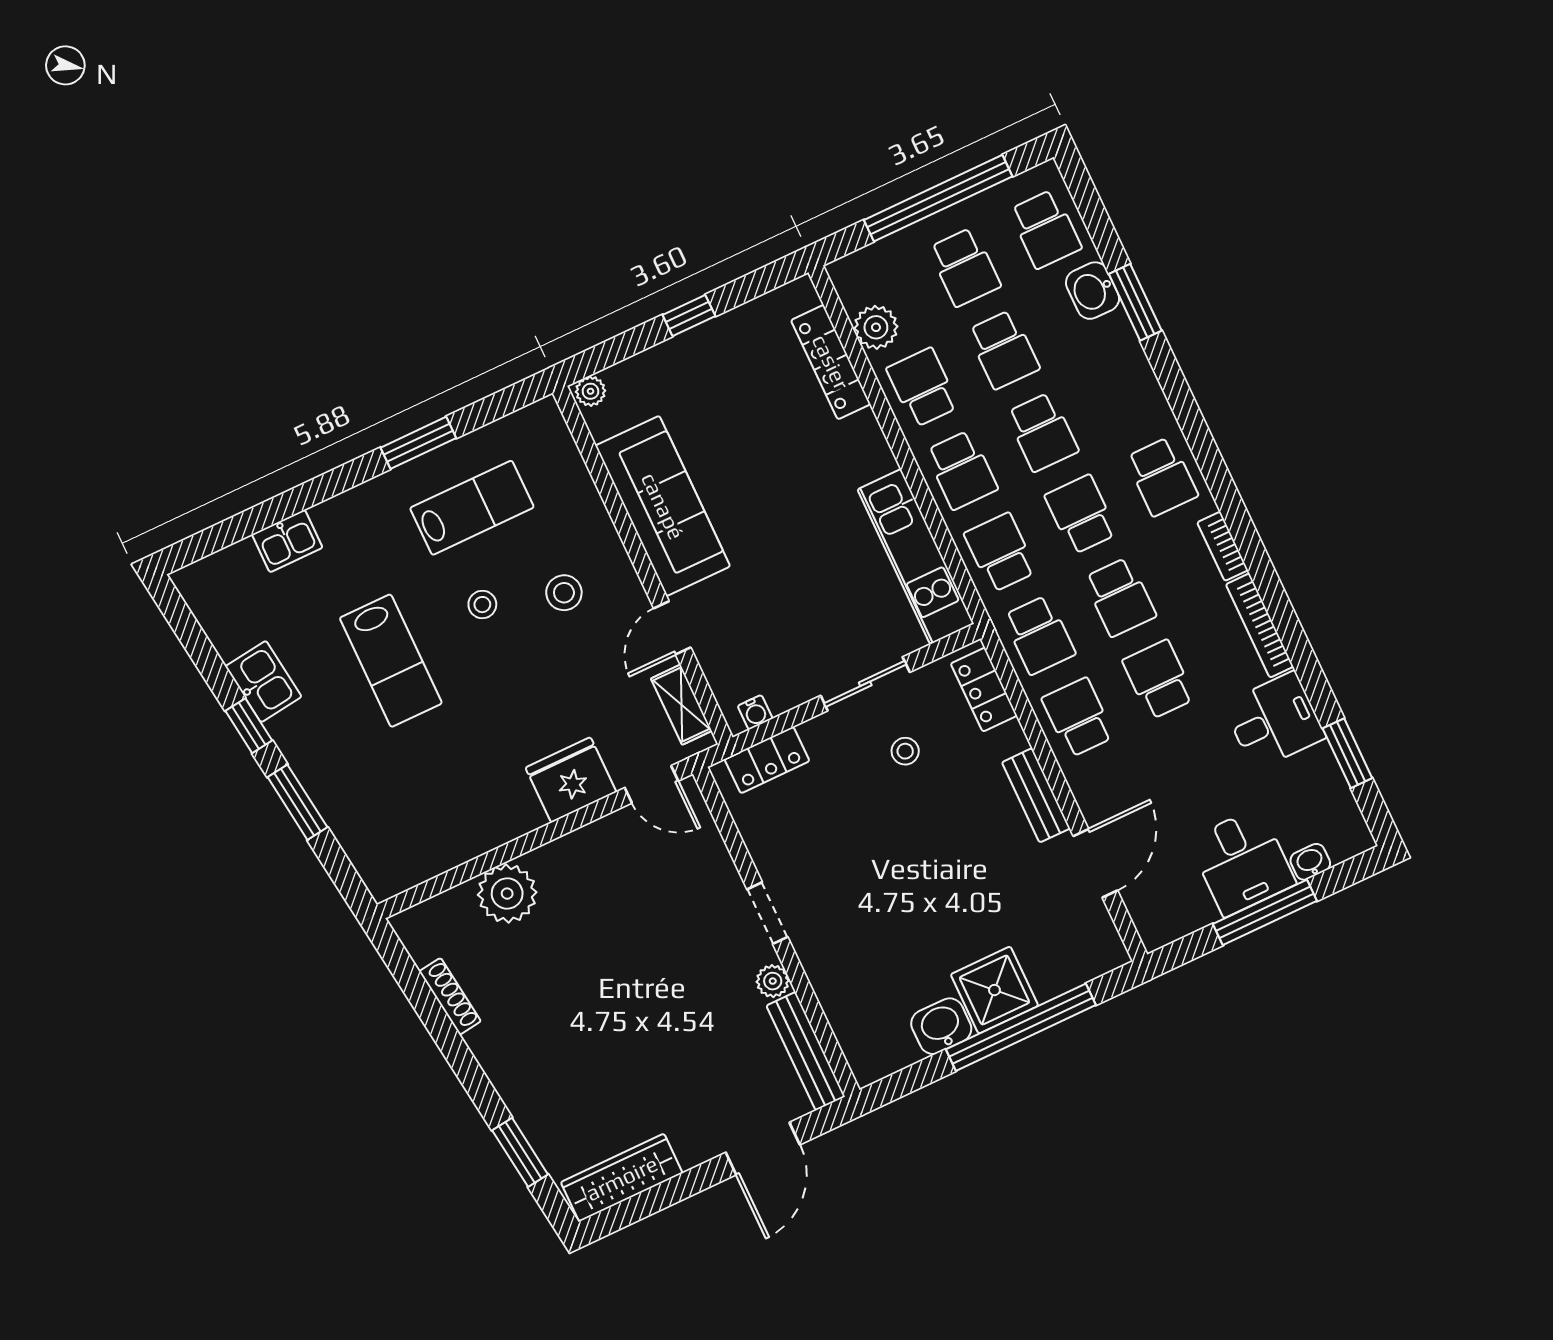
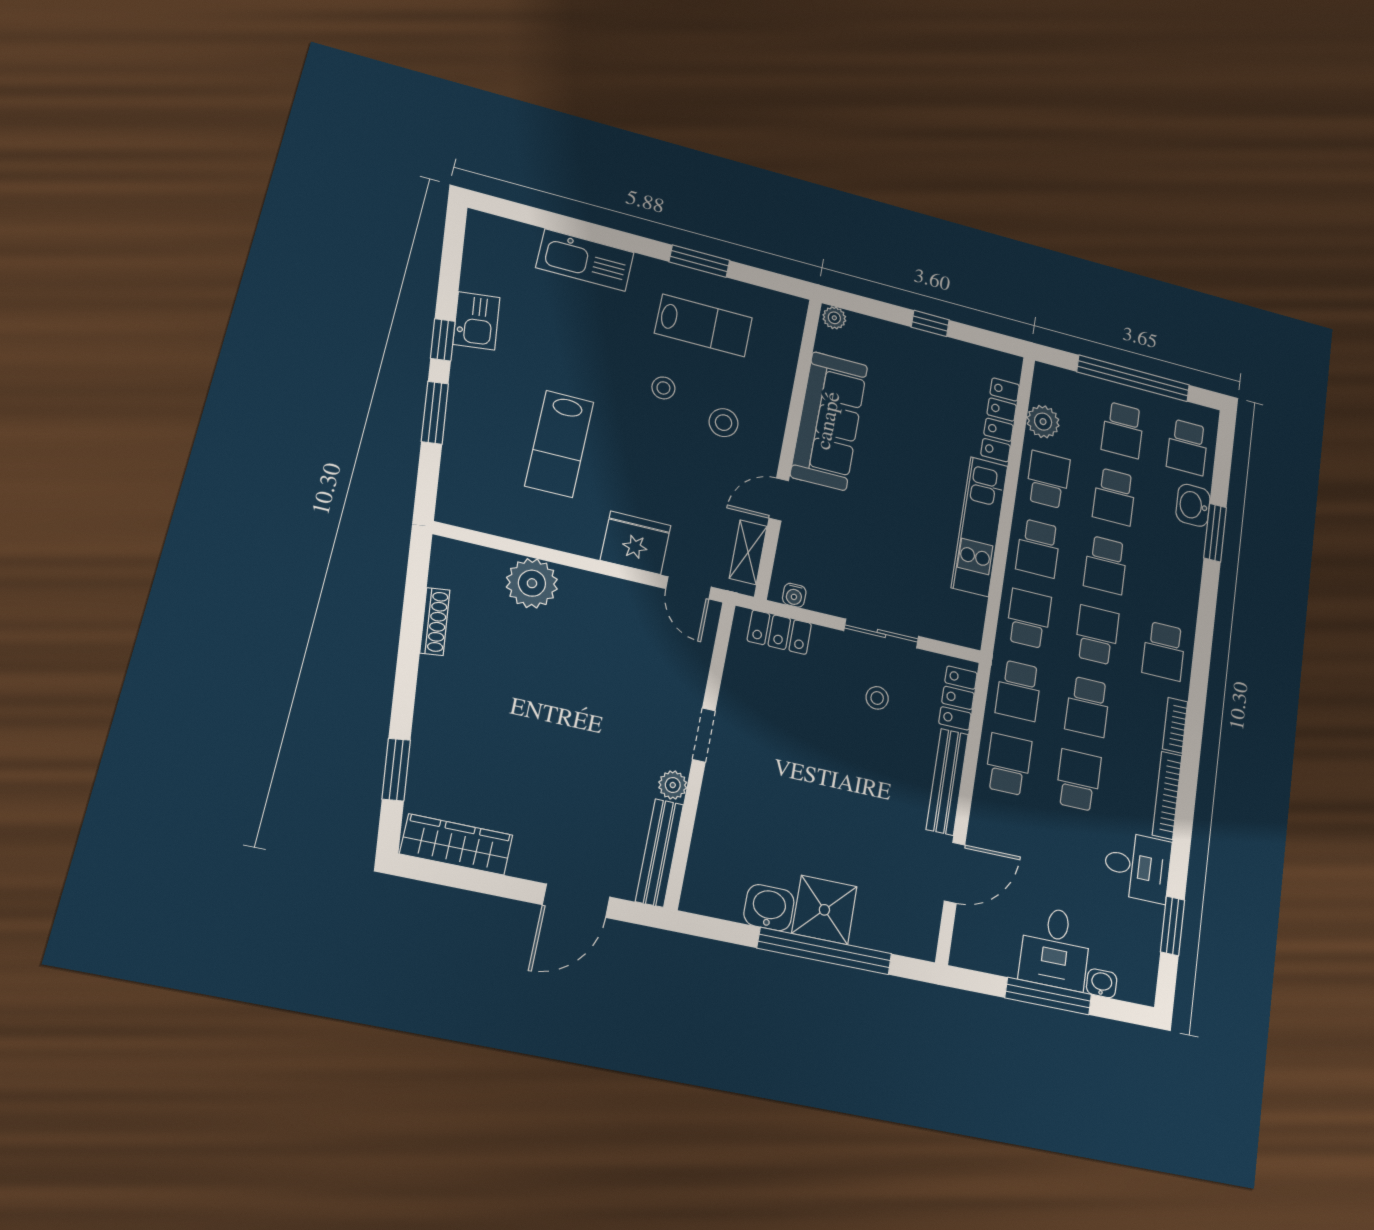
kitchen sink: (287, 541) -> (585, 260), width x1.87, depth x1.24
kitchen unit: (916, 557) -> (980, 526), moved
lab bench: (391, 661) -> (559, 444), moved
bench: (1036, 795) -> (947, 782), width x1.36

